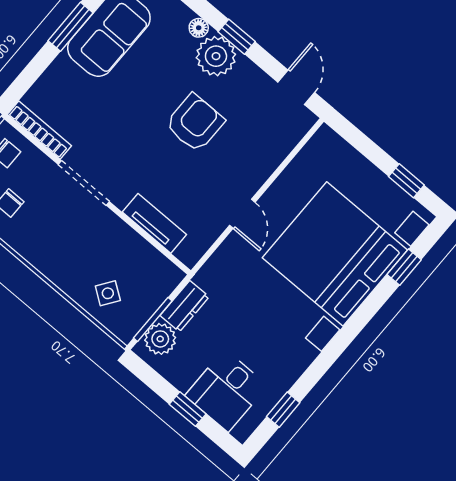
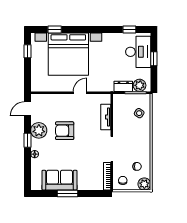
plant: (216, 56) -> (39, 130), moved
desk: (226, 390) -> (138, 52), width x1.37

